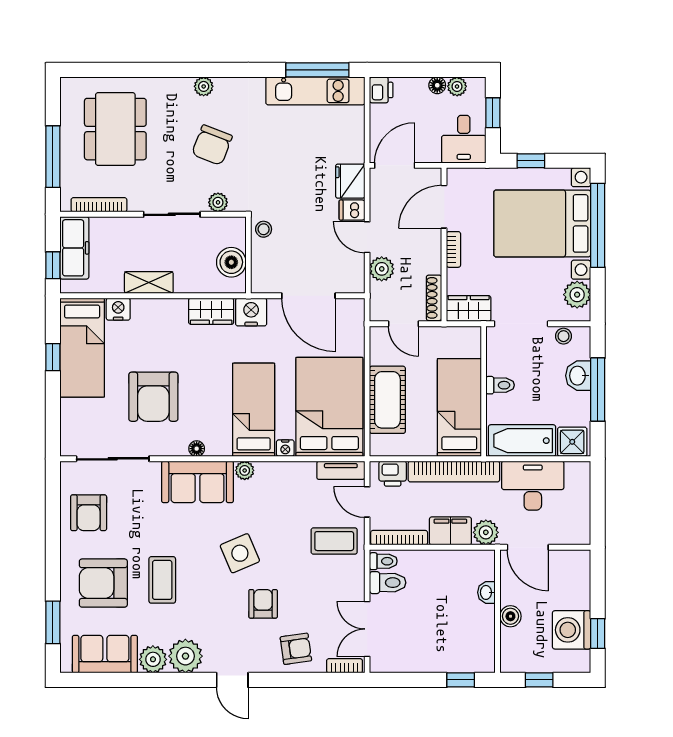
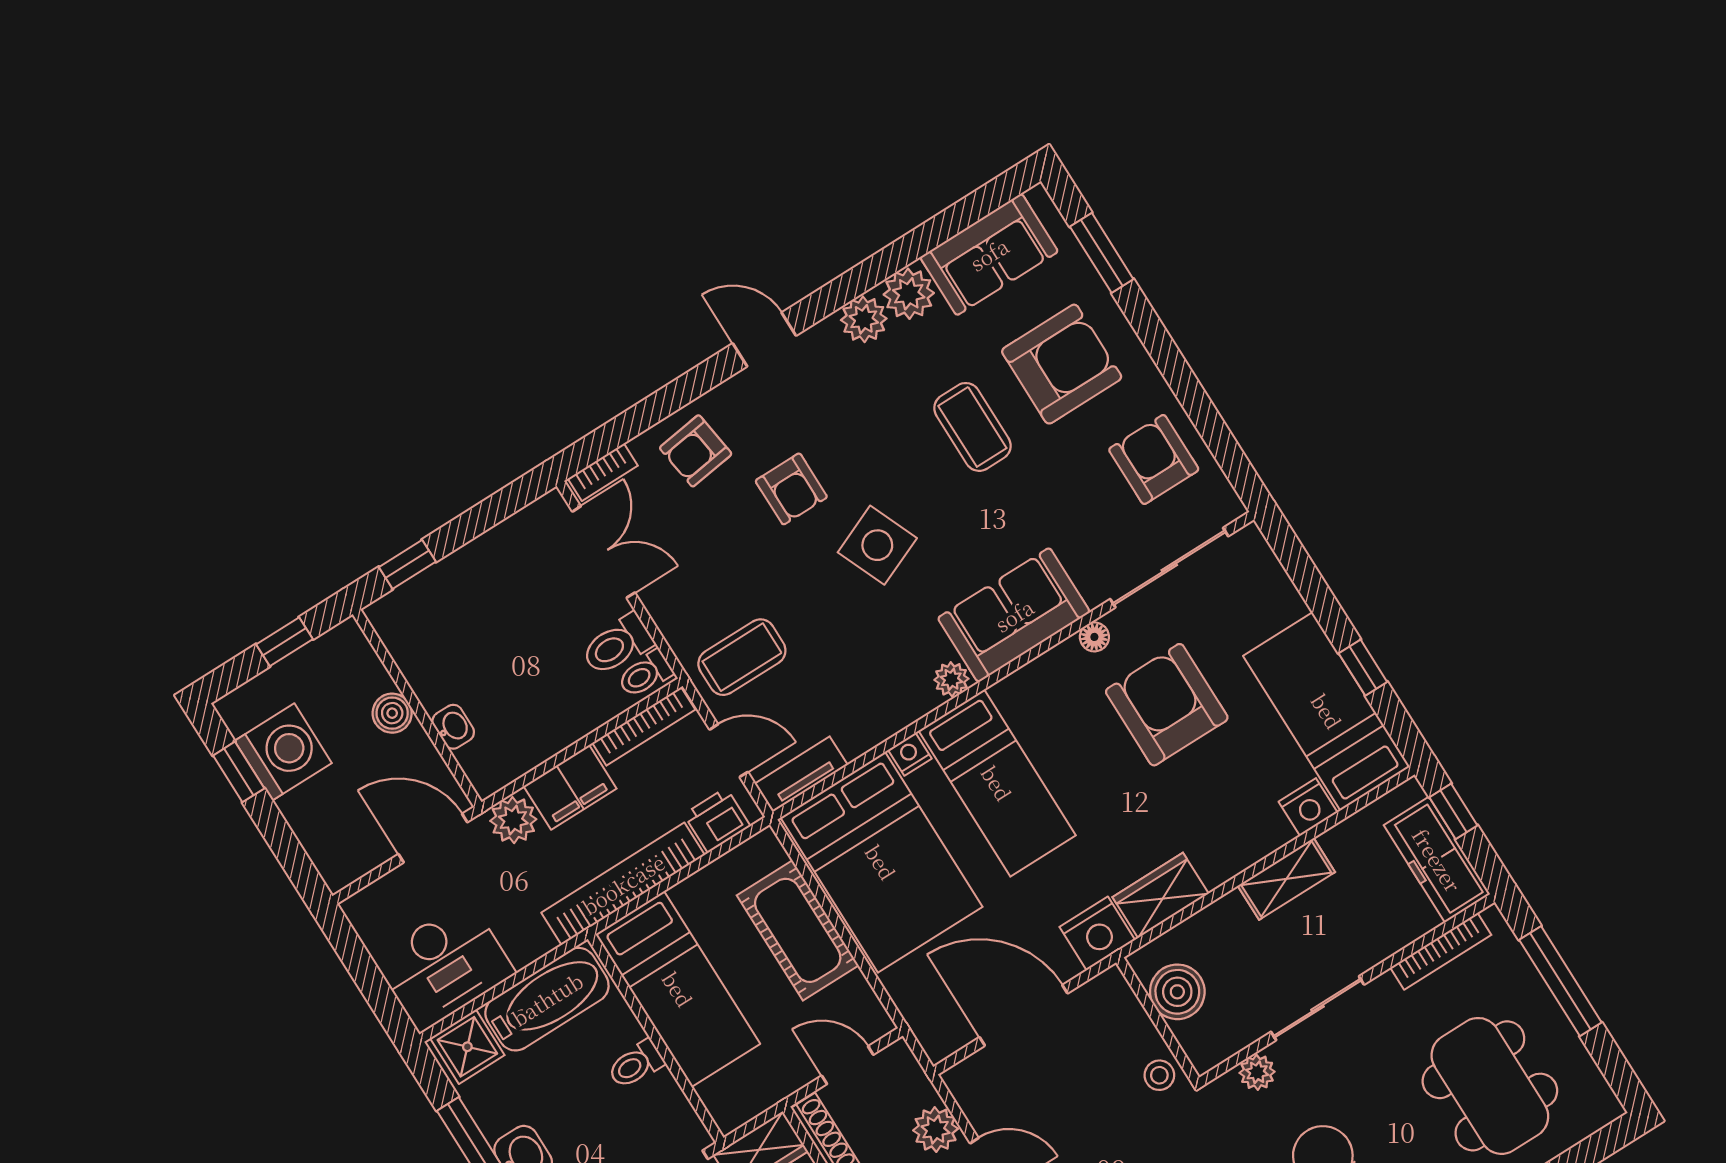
floor lamp: (197, 449) -> (1094, 637), moved
desk: (533, 486) -> (444, 966), moved
plant: (185, 656) -> (864, 319), width x0.73, depth x0.73

